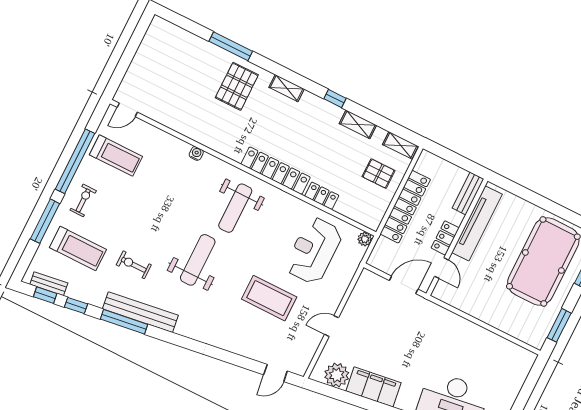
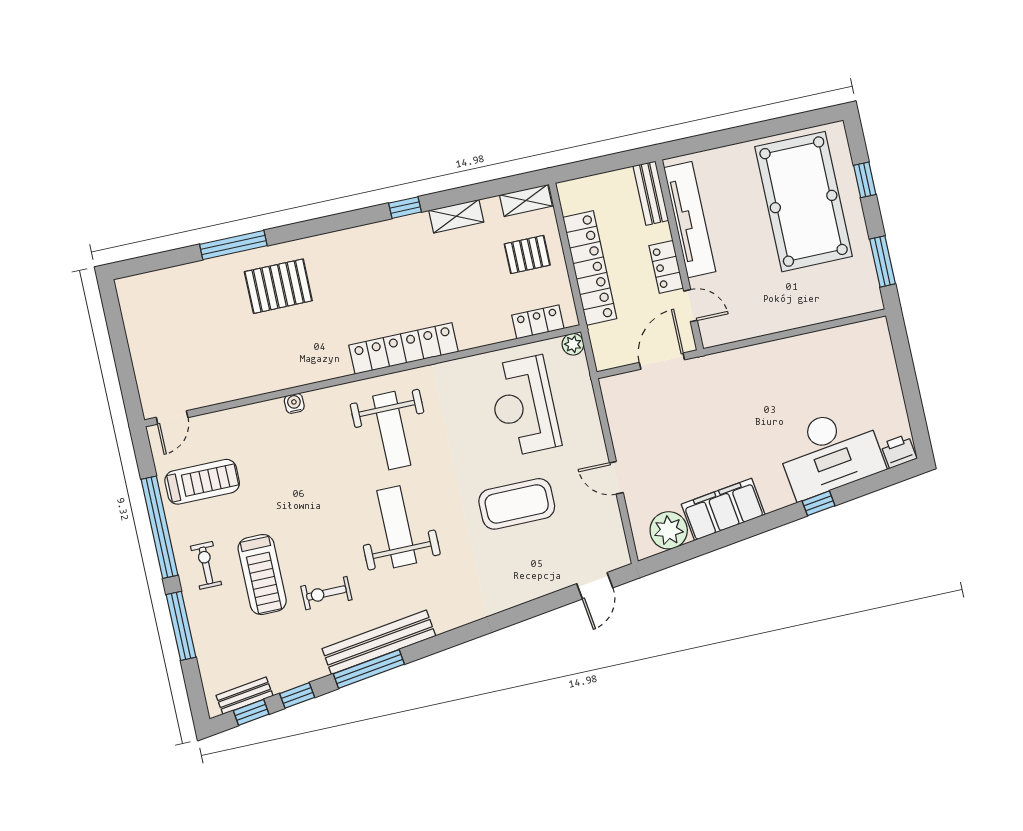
pallet: (237, 86) -> (278, 286), turned 90
shelving: (287, 88) -> (338, 241), removed
locker: (322, 196) -> (538, 322), moved
treadmill: (78, 248) -> (262, 575), moved, turned 90
door: (332, 326) -> (616, 478), hinge flipped

